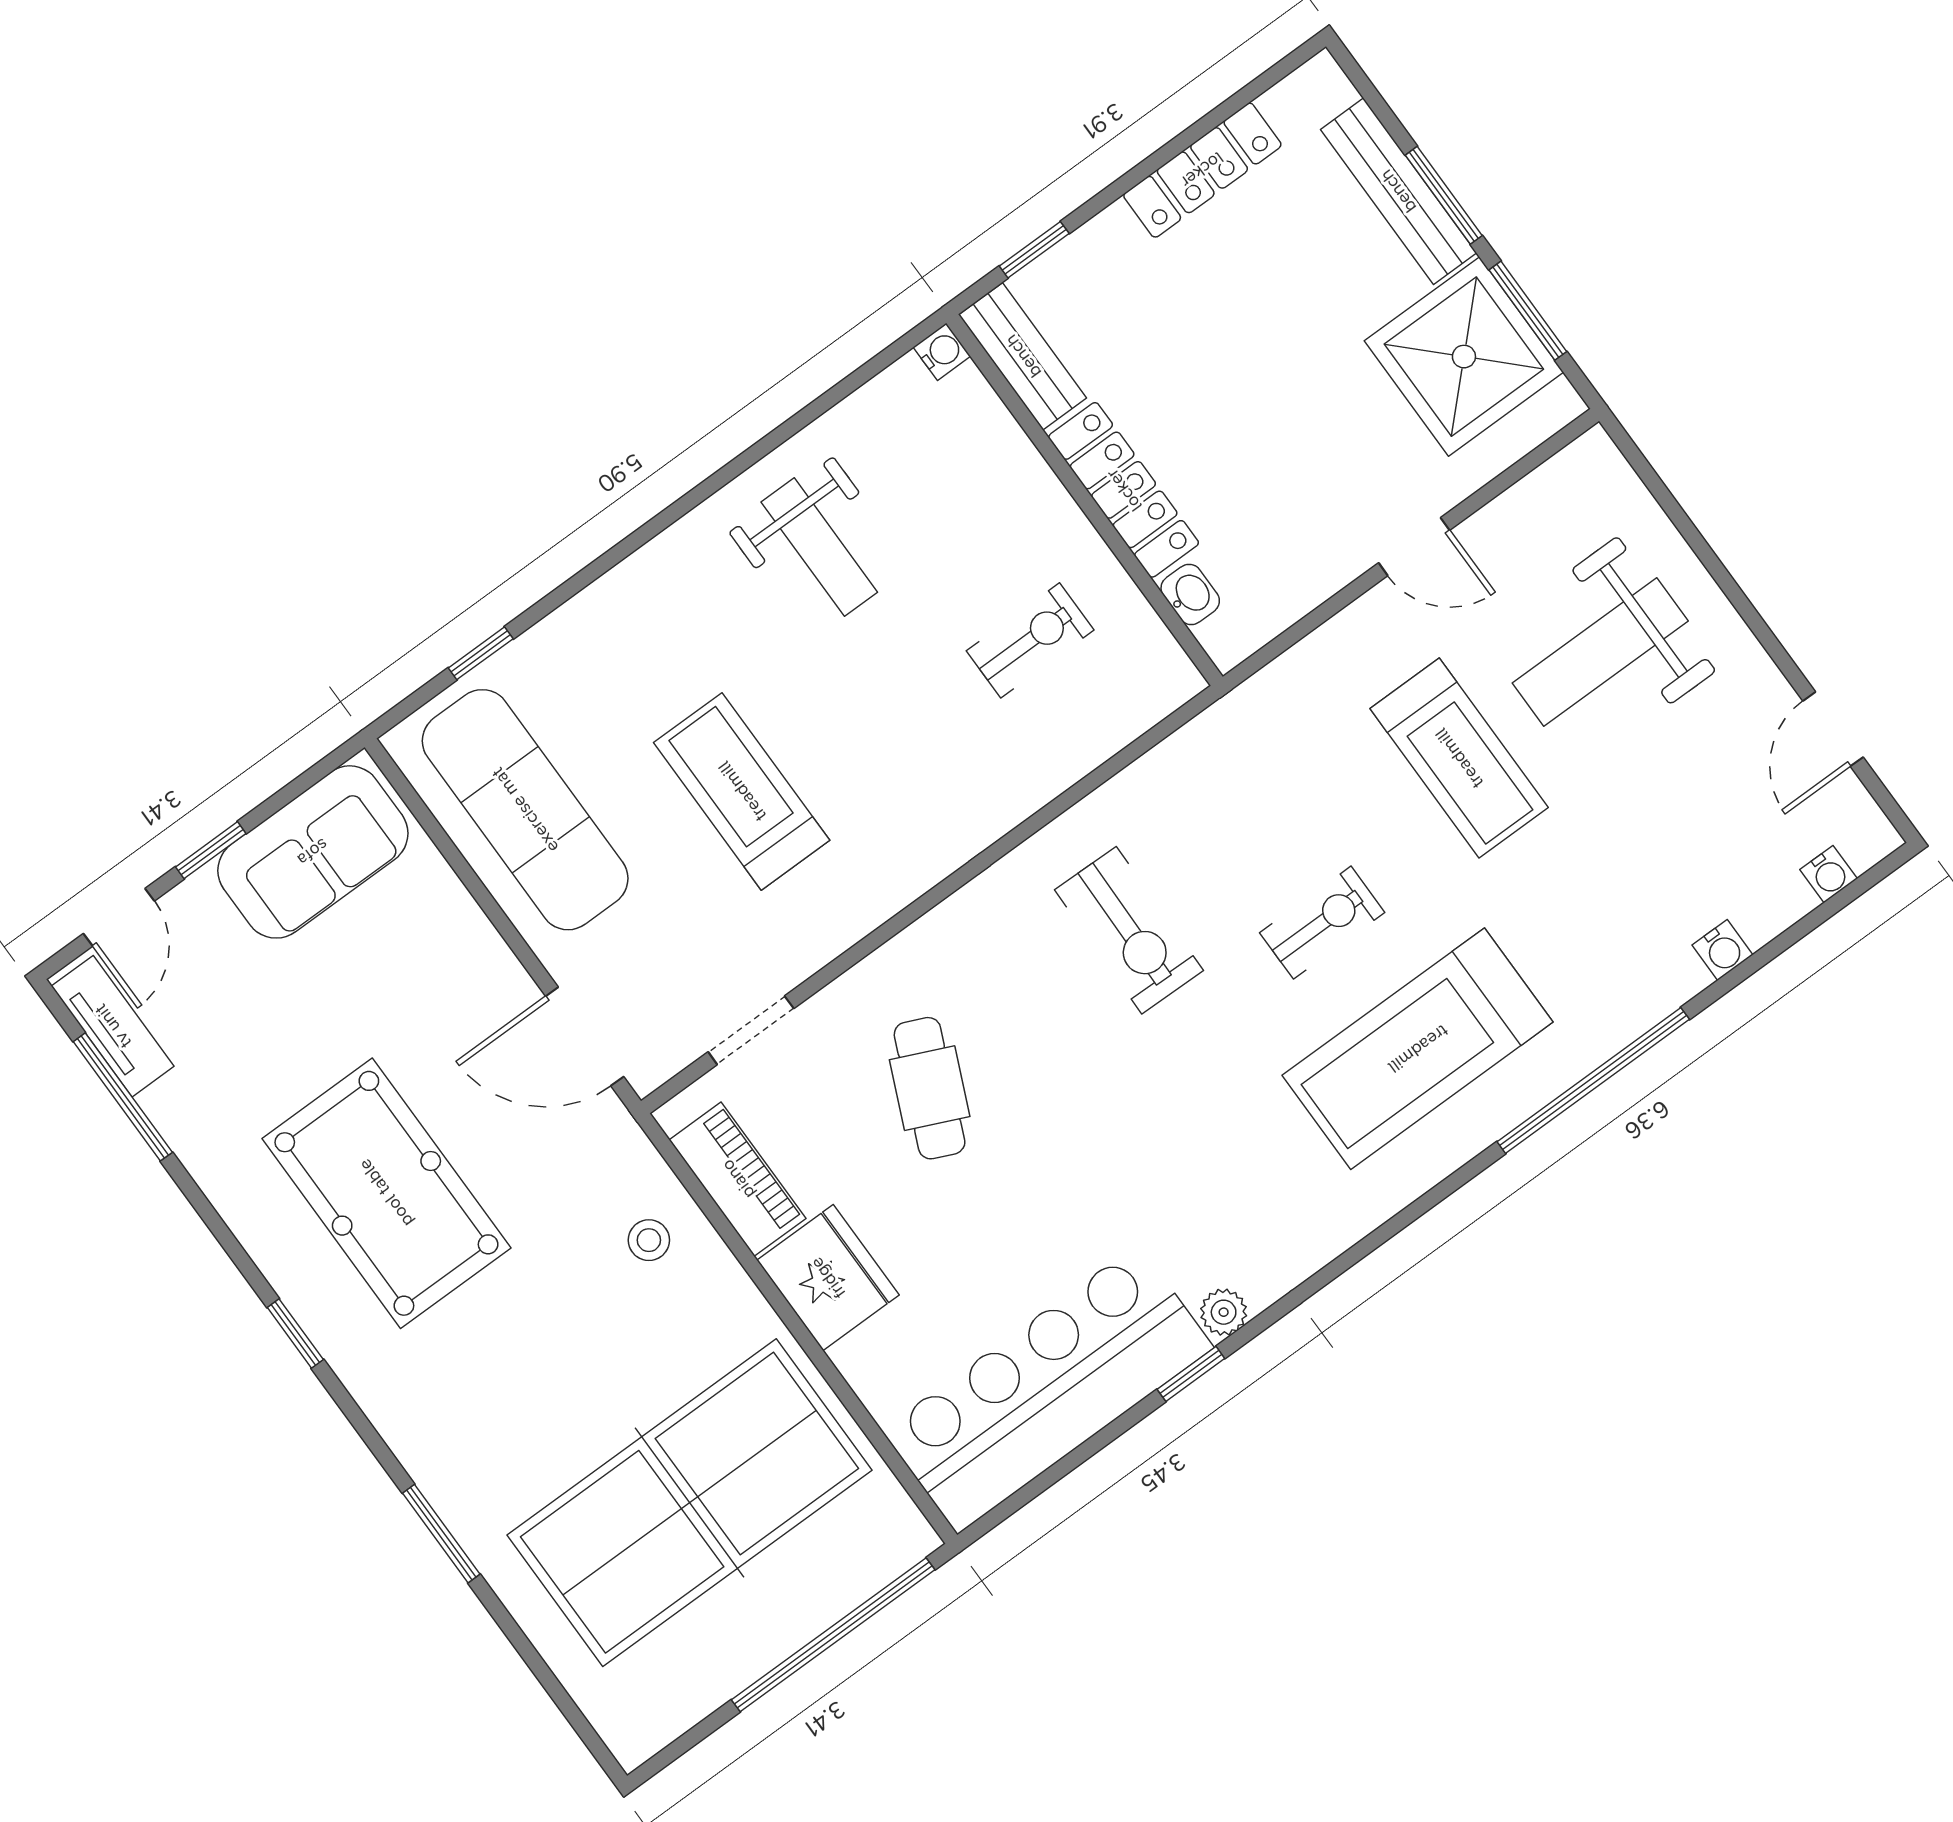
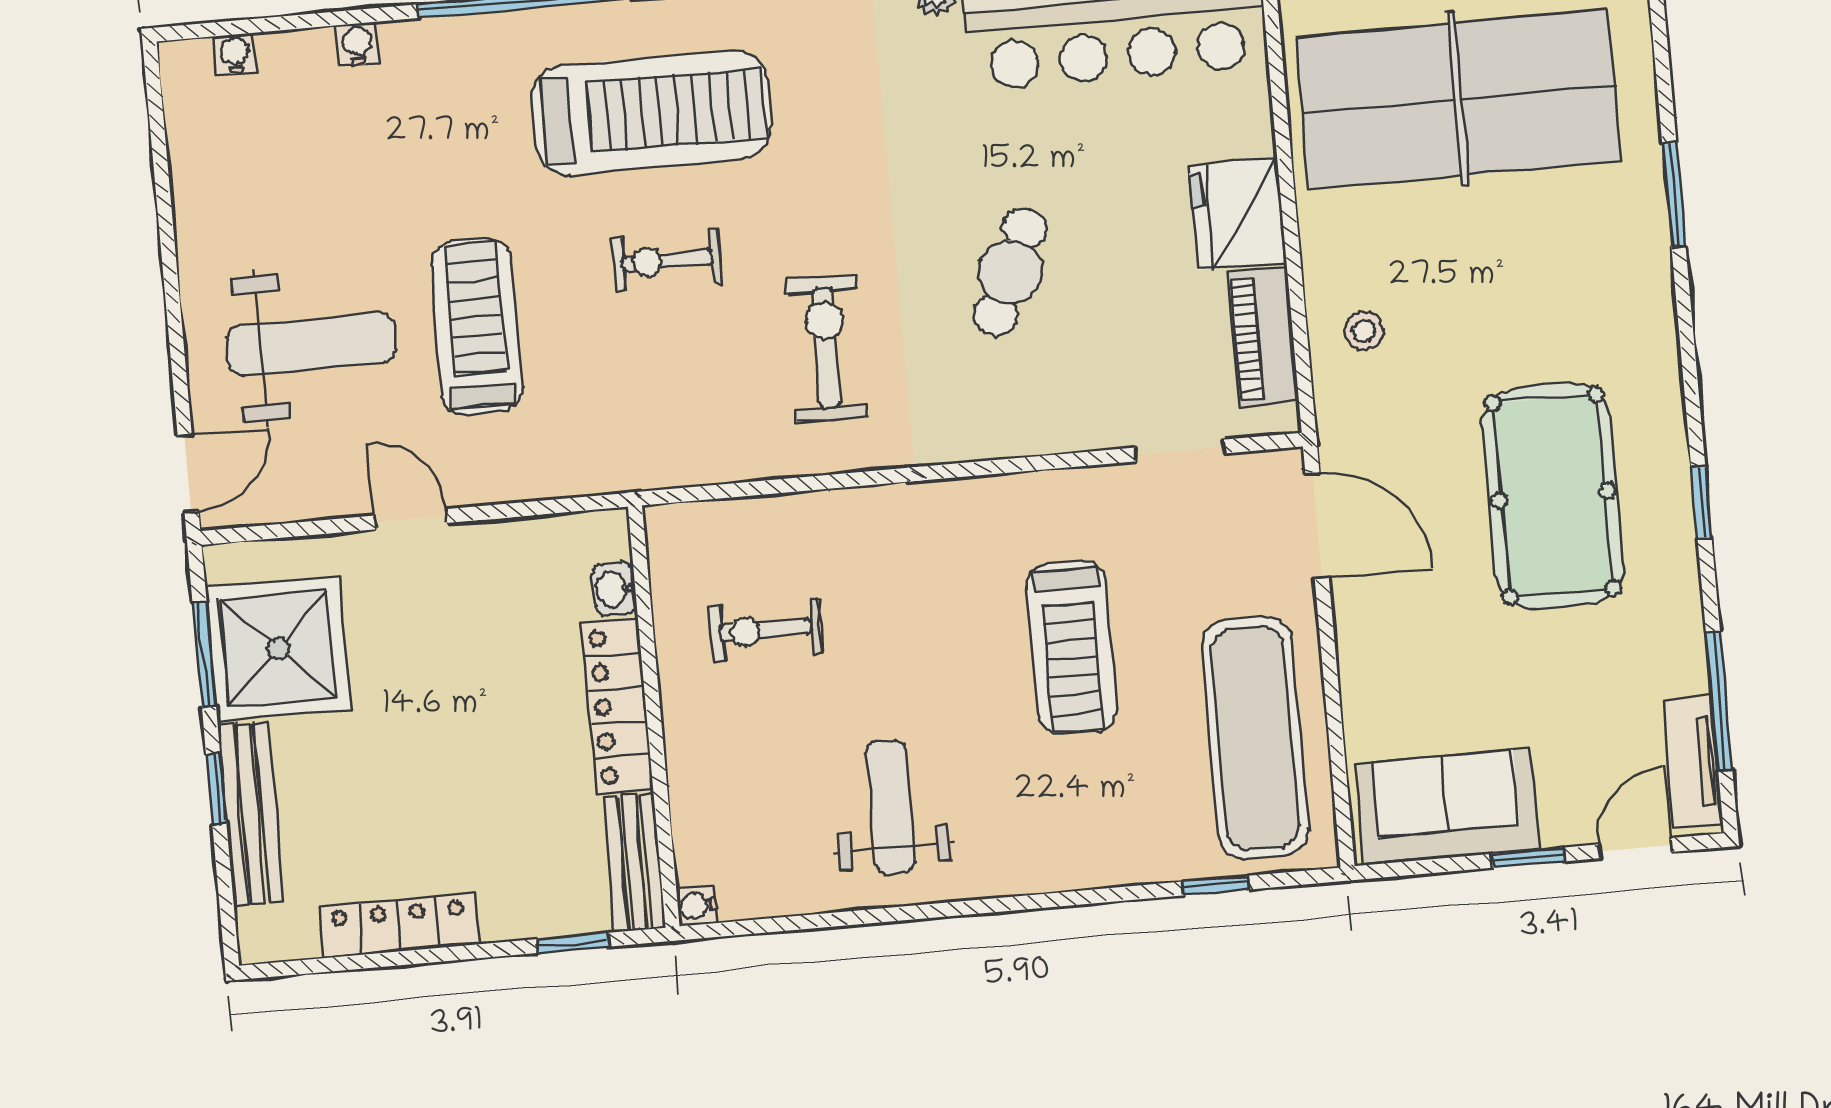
window: (1444, 195) -> (216, 788), width x0.67
door: (1833, 729) -> (188, 474), moved
cafe table: (930, 1088) -> (1010, 272), moved
window: (295, 1333) -> (1701, 502), moved

